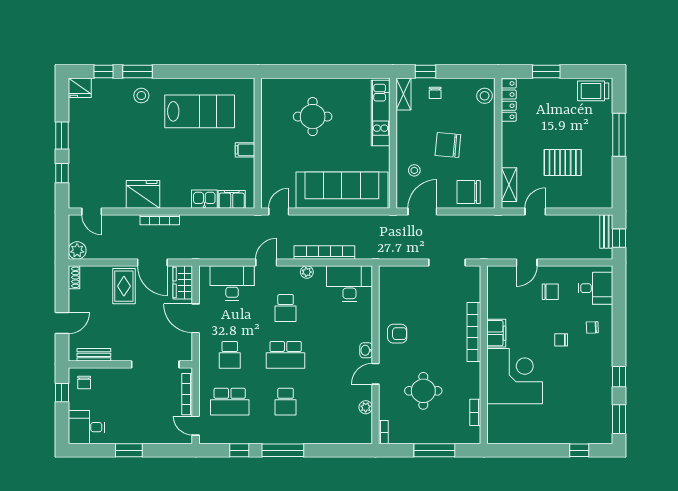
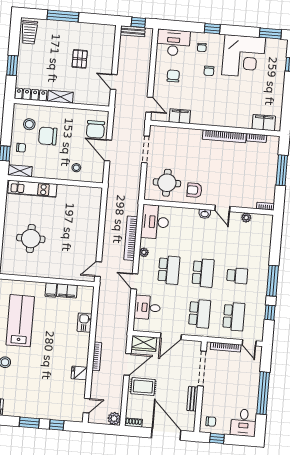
stool: (485, 96) -> (29, 124), moved
chair: (448, 145) -> (48, 136), moved, turned 85
pallet: (563, 162) -> (80, 59), width x0.67, depth x0.71
shelving: (509, 185) -> (60, 97), moved
sofa: (342, 190) -> (86, 222), removed
fridge: (143, 194) -> (79, 373), width x0.53, depth x0.75
filing cabinet: (232, 199) -> (67, 291), moved, turned -90
door: (279, 212) -> (98, 269), hinge flipped
door: (422, 212) -> (108, 150), moved
door: (527, 263) -> (149, 105), moved
desk: (232, 283) -> (147, 307), width x0.73
desk: (595, 288) -> (173, 43), width x1.37
school desk: (286, 308) -> (169, 270), width x1.85
door: (62, 323) -> (166, 434), width x1.87
bookcase: (474, 332) -> (224, 136), moved
filing cabinet: (496, 333) -> (180, 116), moved
armchair: (397, 334) -> (194, 190), turned -90
bench: (94, 355) -> (192, 399), moved
school desk: (230, 355) -> (200, 314), width x1.85
corner desk: (515, 376) -> (244, 56), moved, turned 180
window: (619, 377) -> (212, 29), moved
round table: (423, 391) -> (167, 183), moved
filing cabinet: (497, 420) -> (264, 123), added
door: (196, 426) -> (249, 343), hinge flipped
window: (129, 450) -> (263, 393), width x2.11

